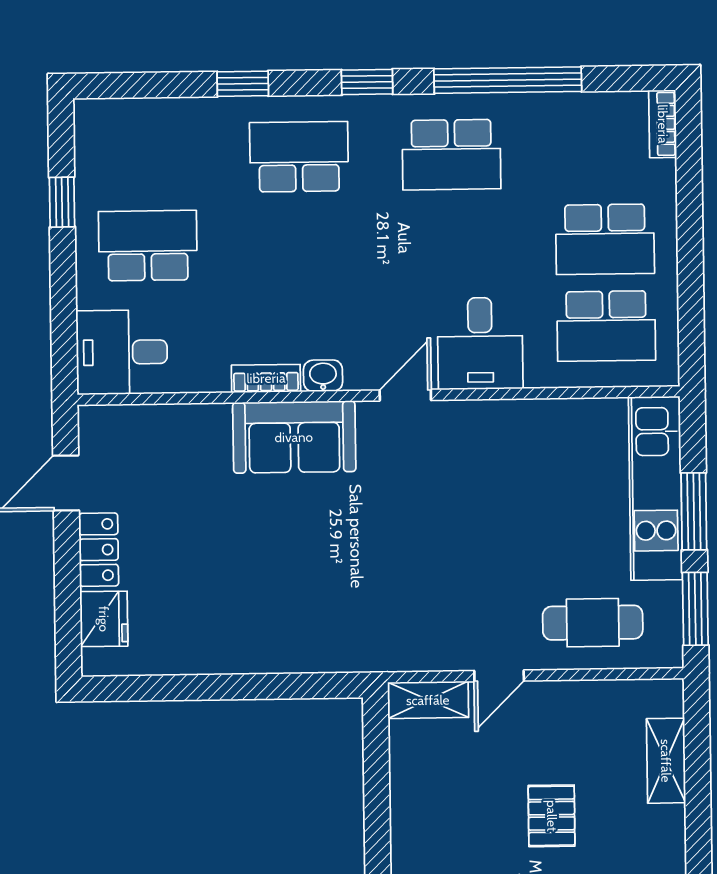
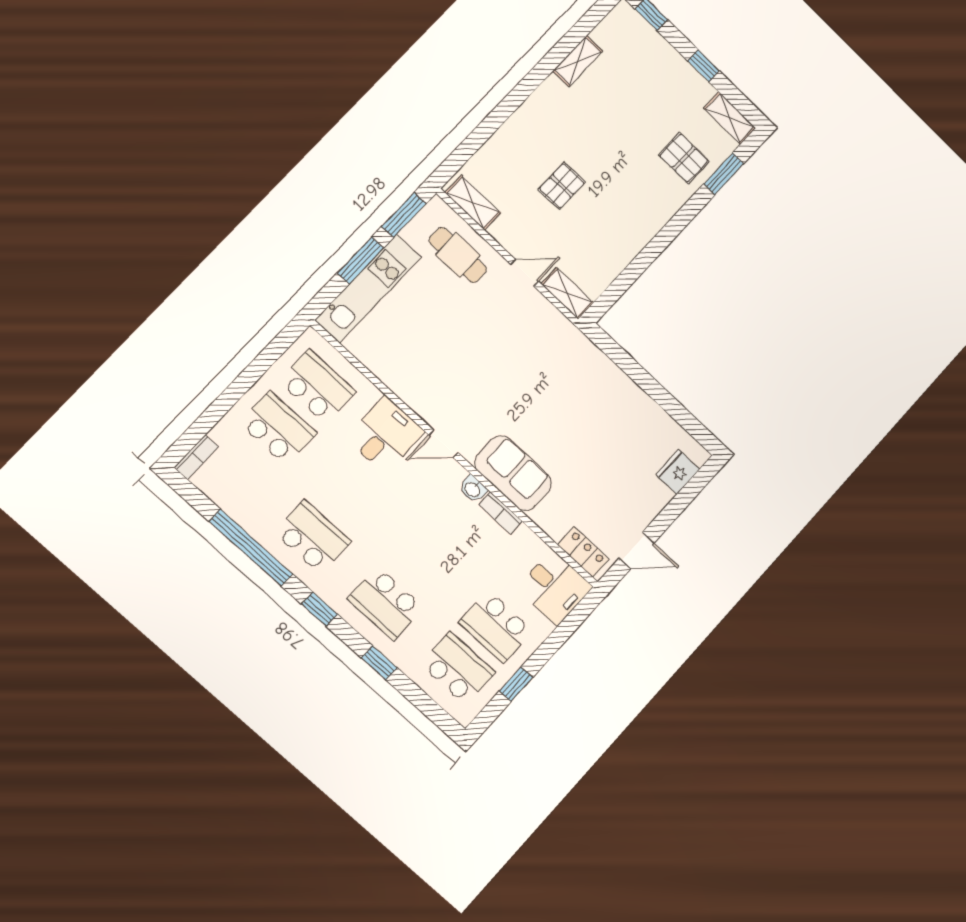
school desk: (147, 159) -> (458, 668), added
locker: (99, 550) -> (583, 552), moved, turned 90
shelving: (666, 761) -> (473, 203), moved, turned 90

